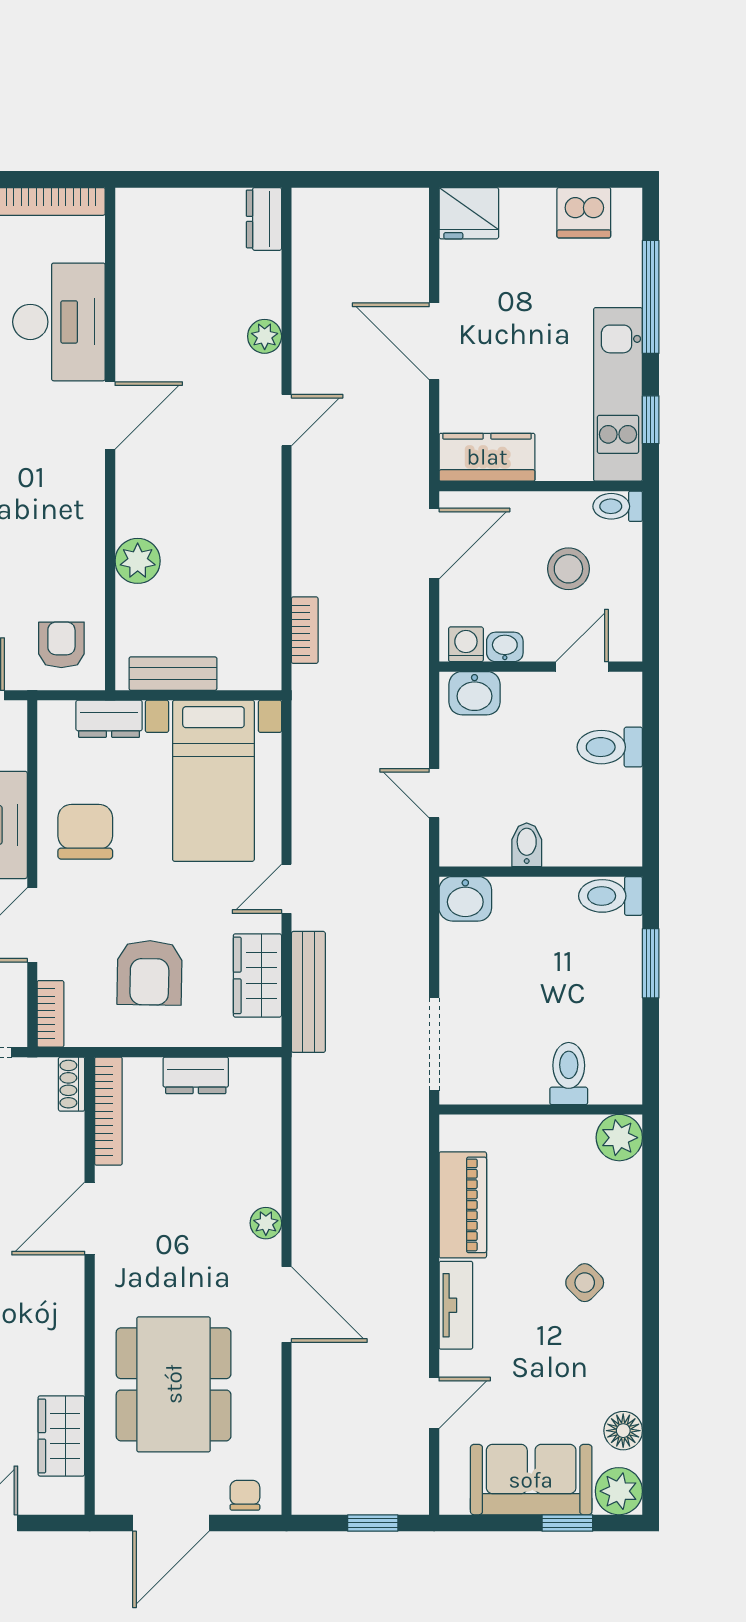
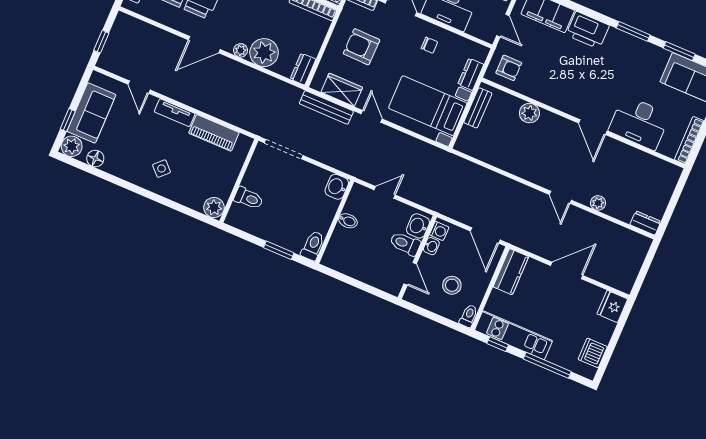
bookcase: (305, 630) -> (473, 168), removed
toilet: (610, 747) -> (405, 244), moved, turned -90
chair: (85, 832) -> (429, 45), width x0.54, depth x0.54
dresser: (196, 1075) -> (303, 69), moved
plant: (249, 1172) -> (264, 53), added

